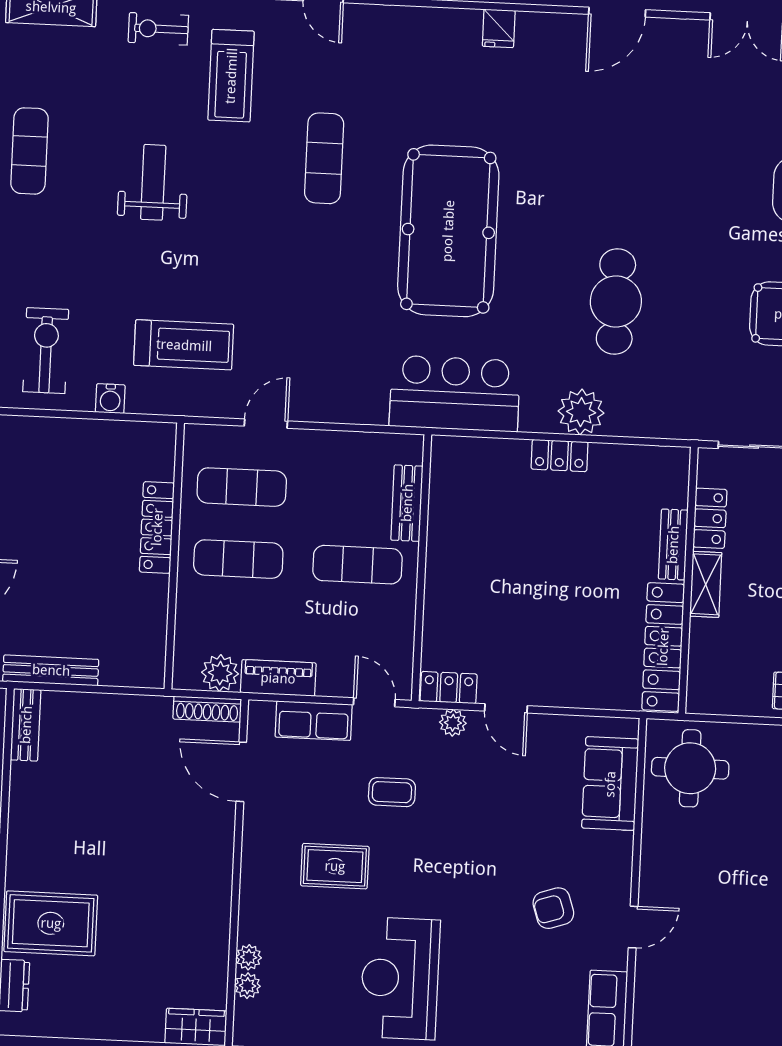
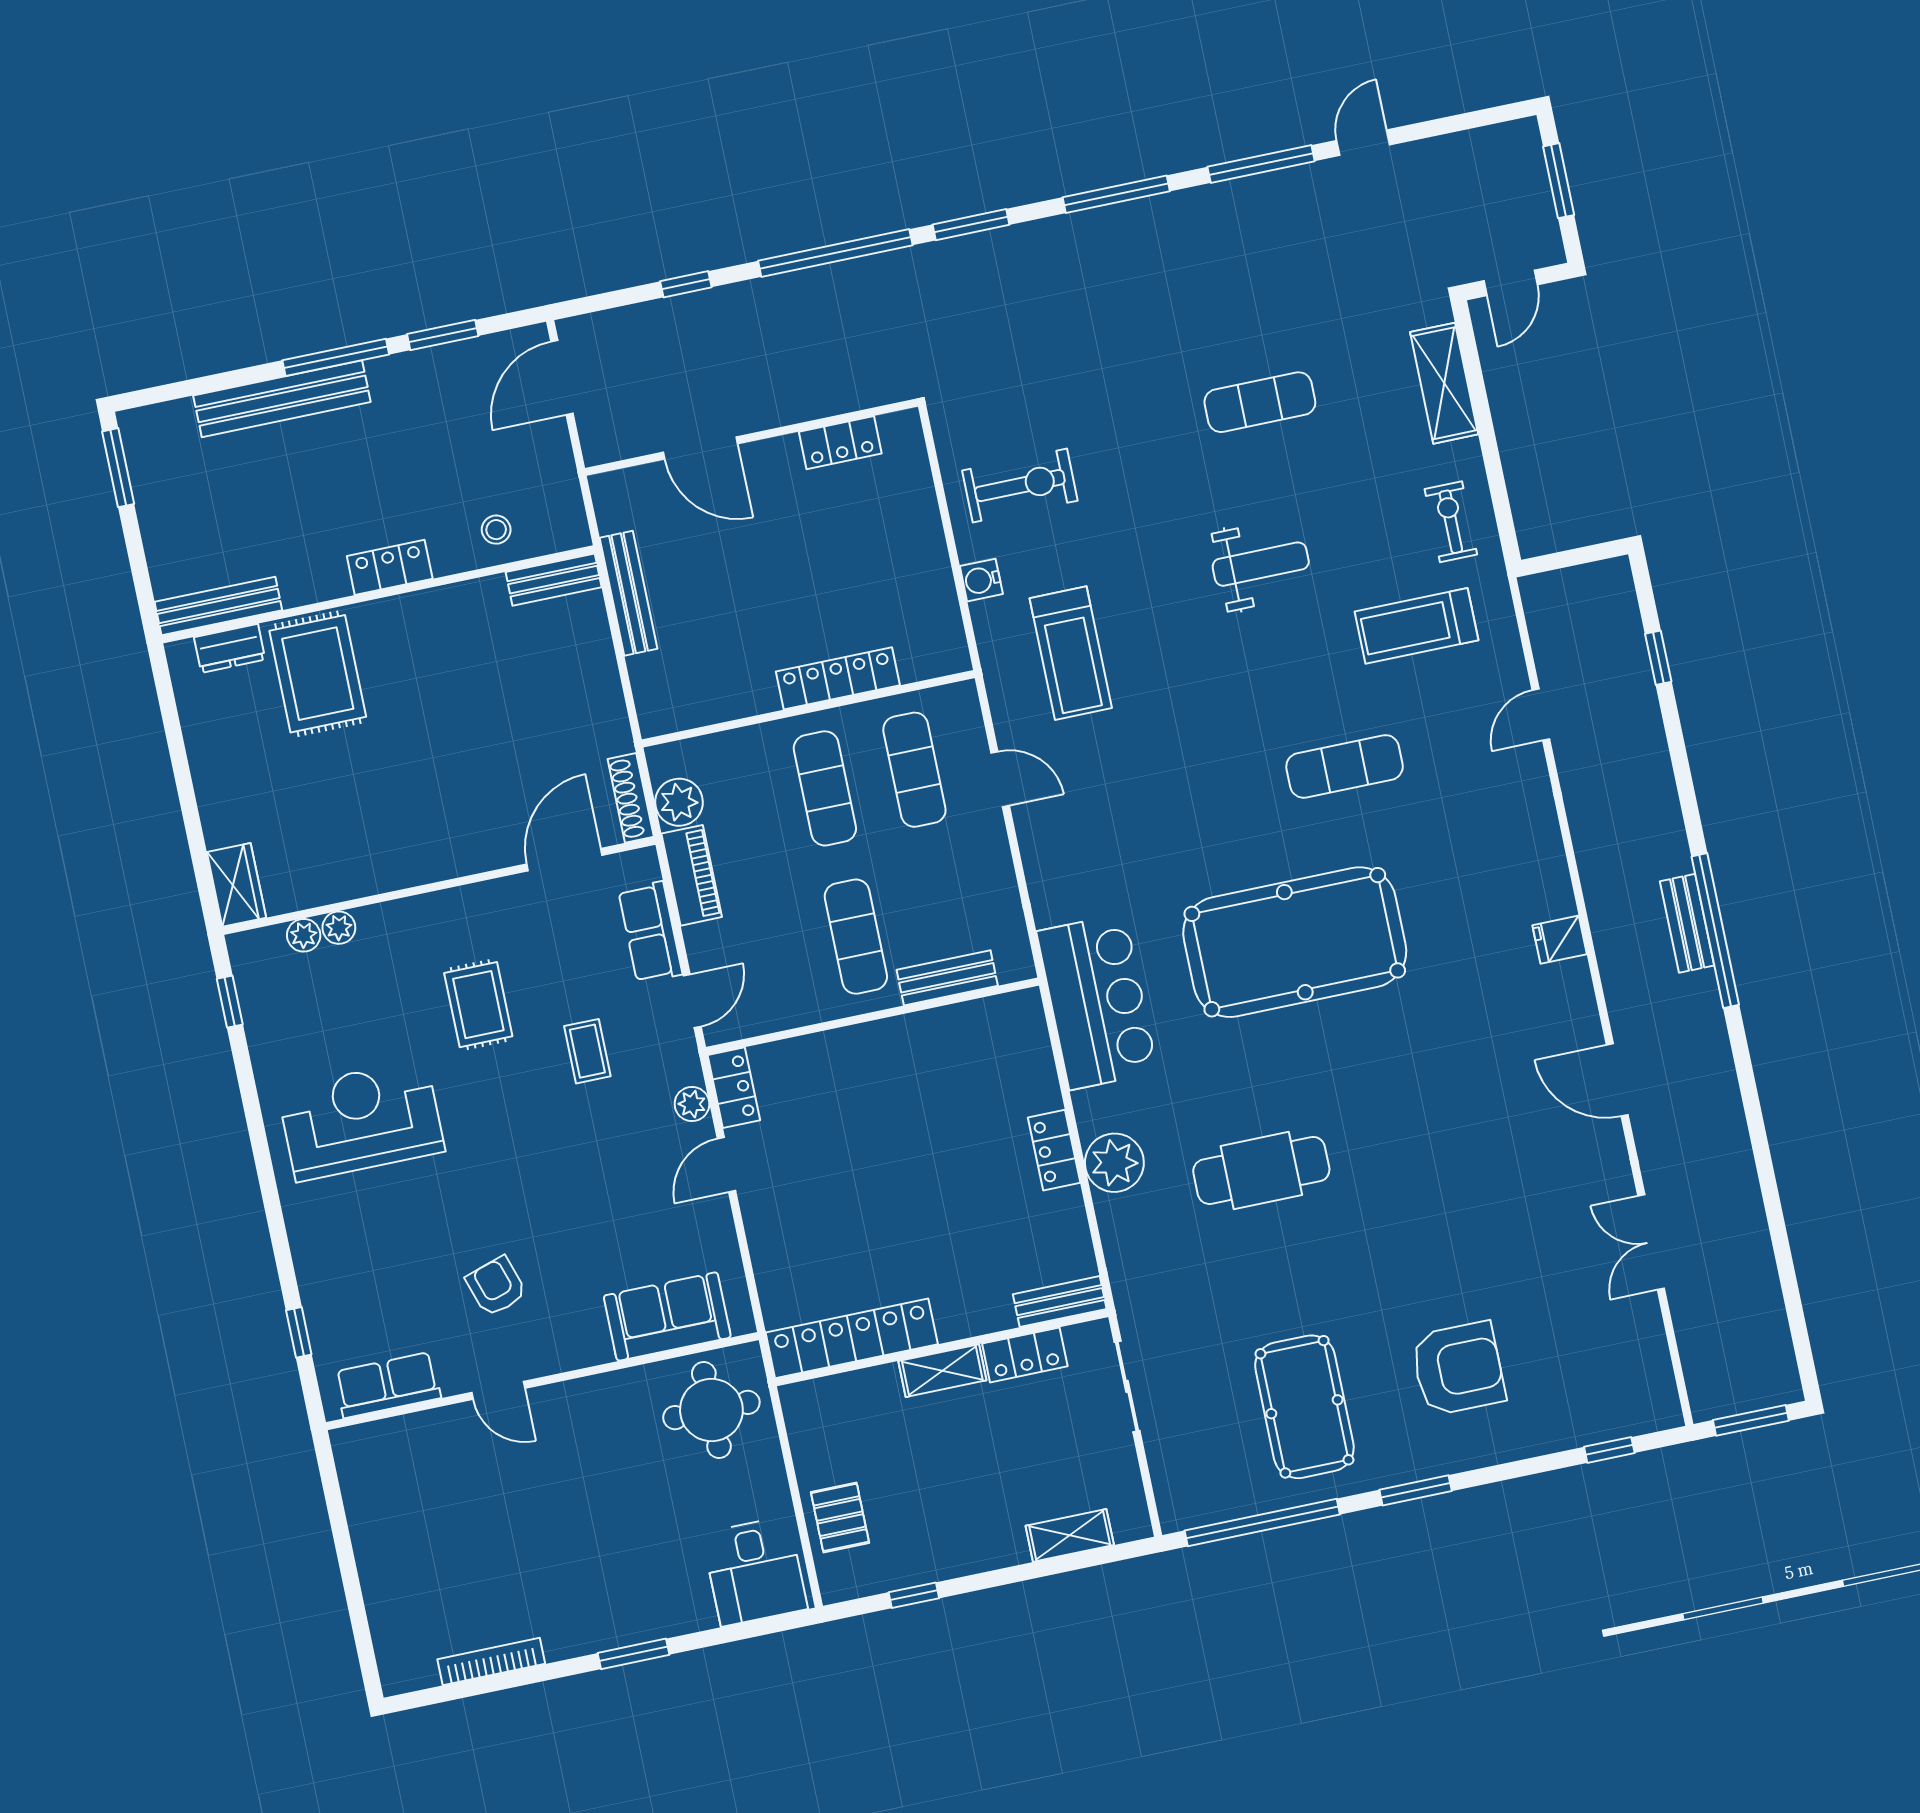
bench: (673, 545) -> (1060, 1302), moved

